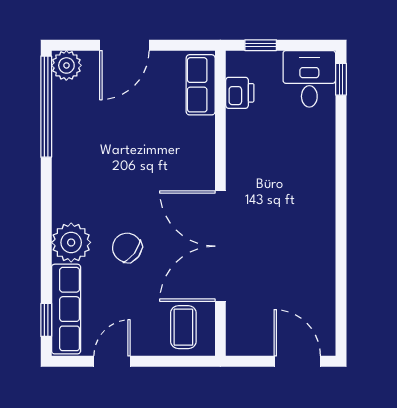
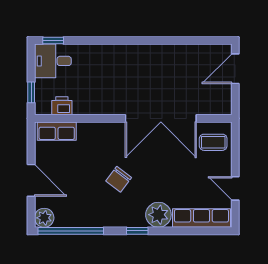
chair: (127, 248) -> (119, 179), moved
window: (46, 320) -> (137, 231), moved

